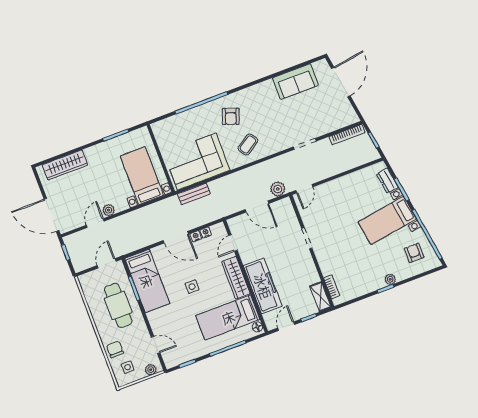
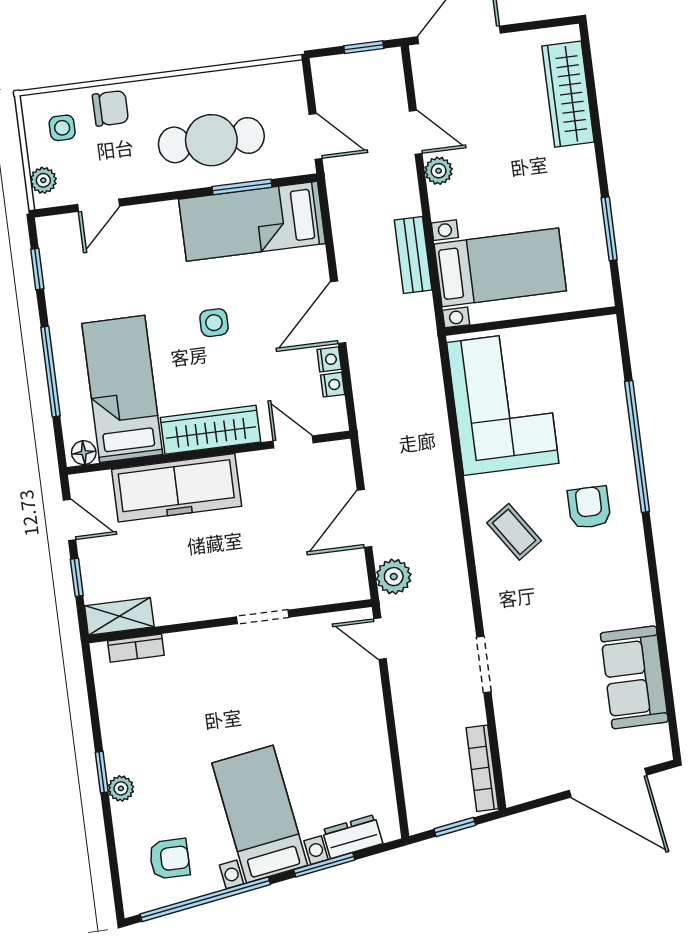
armchair: (231, 116) -> (589, 507), turned 70
bench: (194, 194) -> (413, 255), moved

